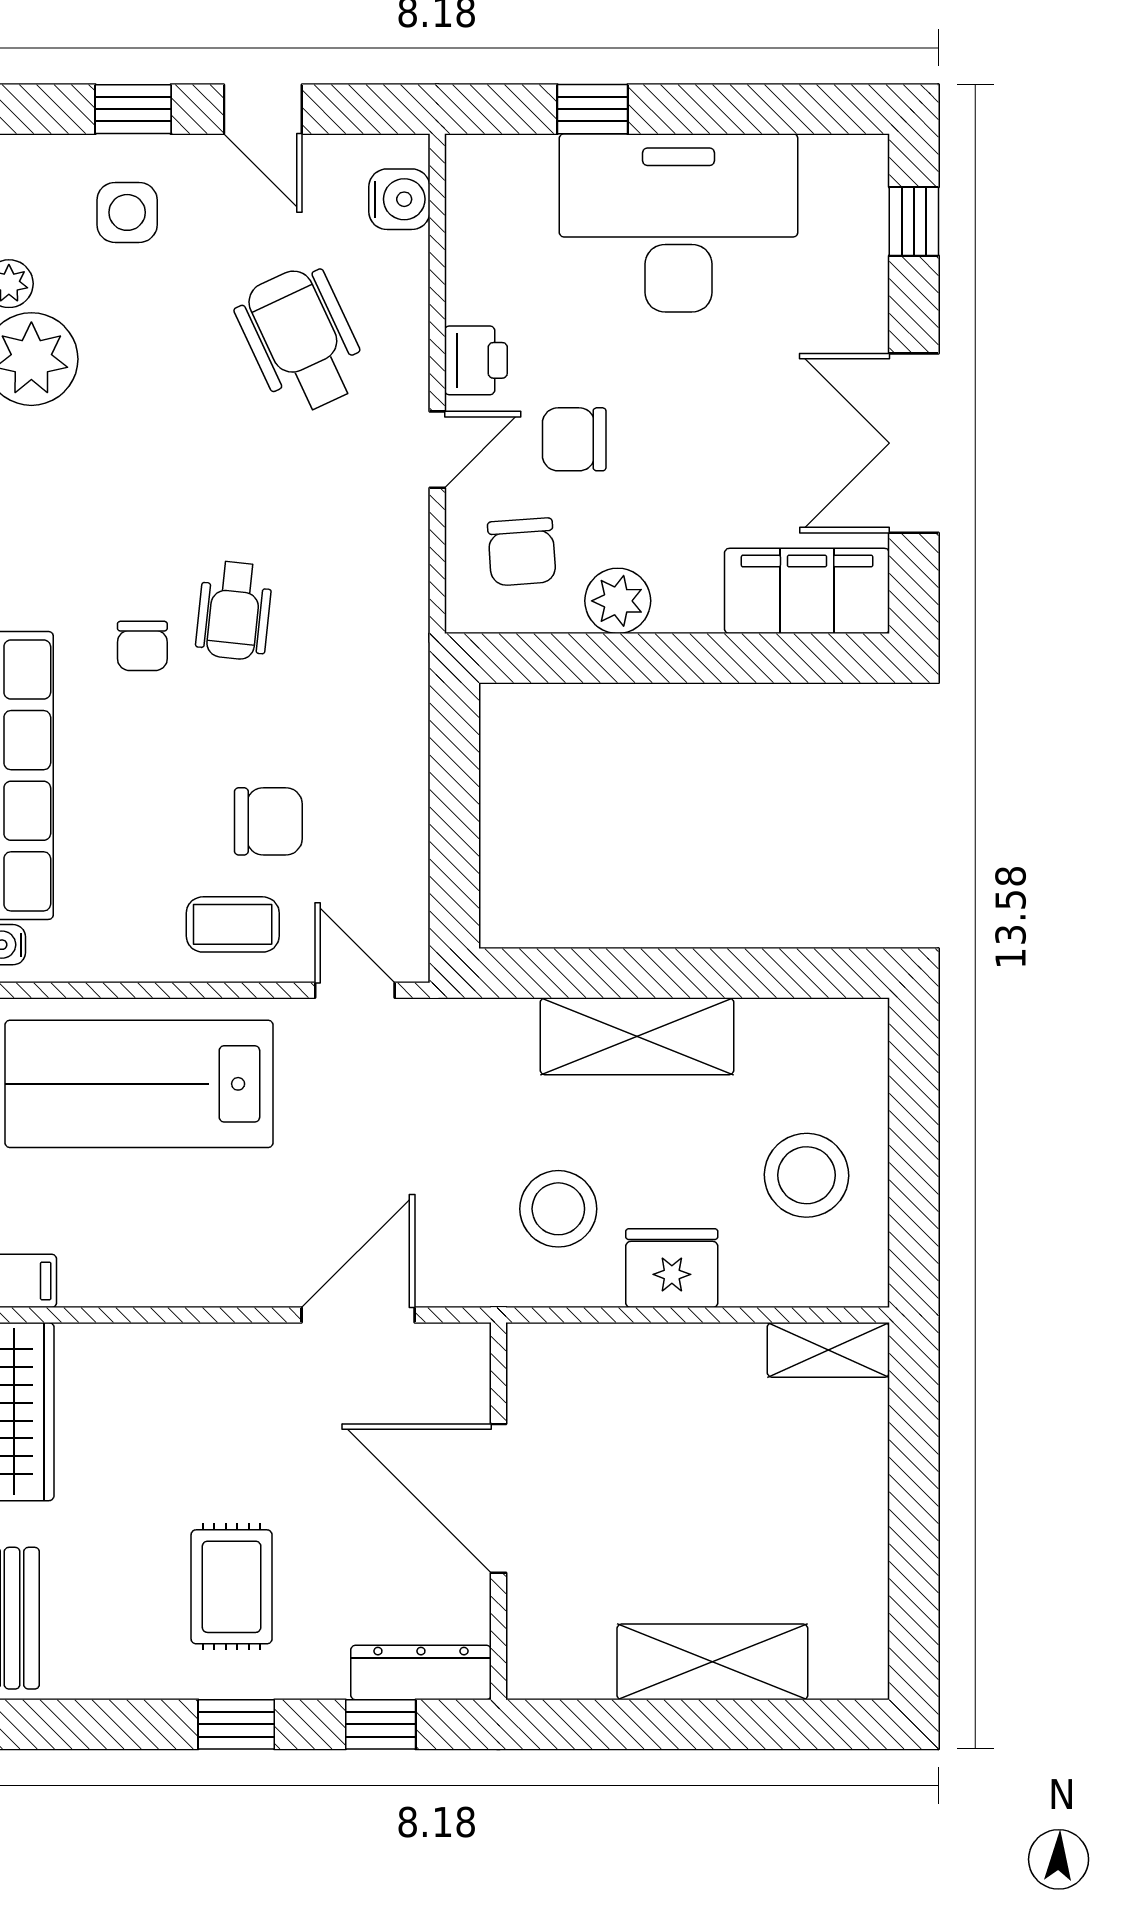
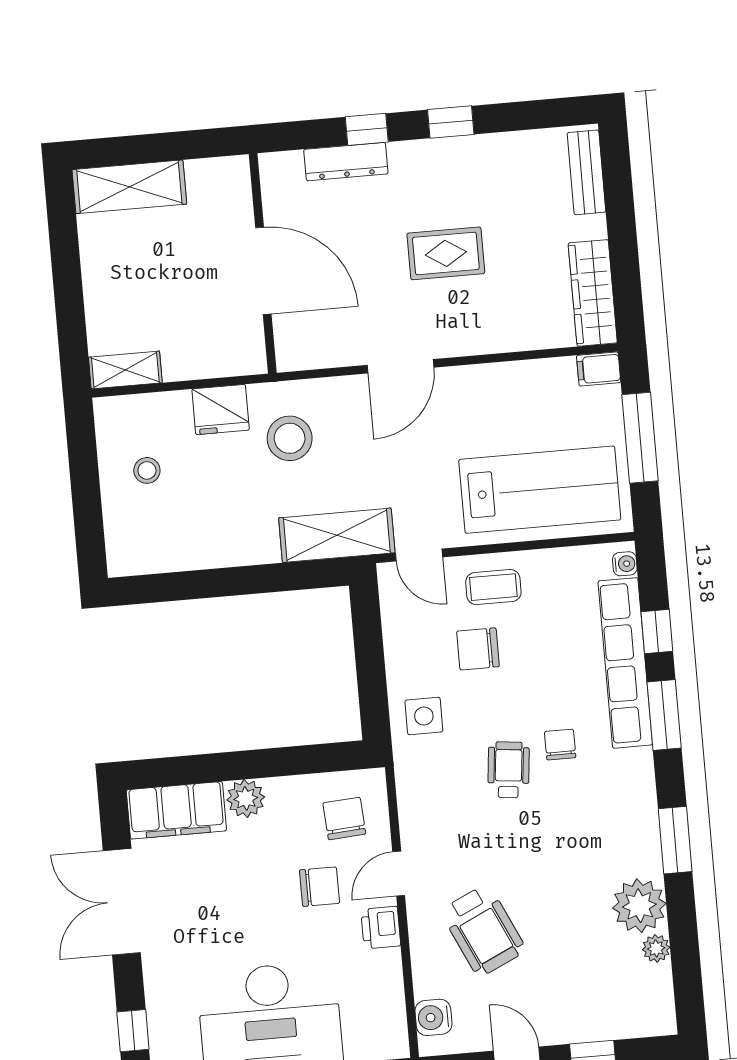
side table: (127, 212) -> (424, 716), moved
double door: (914, 443) -> (122, 902), swing flipped
plant: (618, 601) -> (246, 798), moved
shelving: (637, 1036) -> (337, 535), moved
stool: (807, 1175) -> (147, 470), width x0.53, depth x0.53
door: (498, 1498) -> (263, 271), moved
wall: (498, 1511) -> (263, 263), moved
rug: (232, 1587) -> (446, 253), moved, turned 90
shelving: (712, 1662) -> (129, 187), moved

